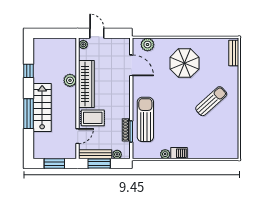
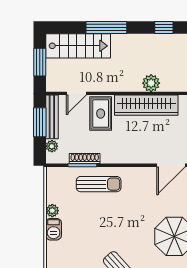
stairs: (42, 107) -> (78, 46), moved
sun lounger: (145, 119) -> (99, 184), width x0.73, depth x0.75
door: (78, 136) -> (76, 93), hinge flipped

